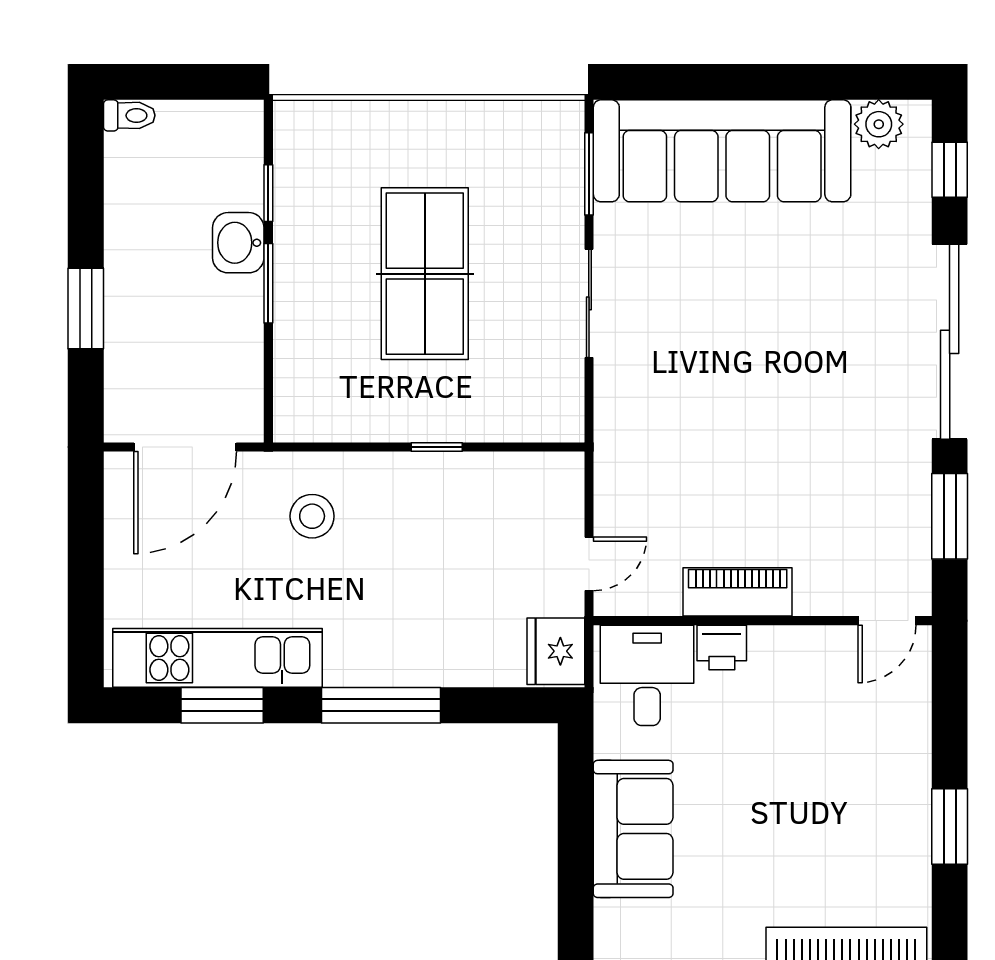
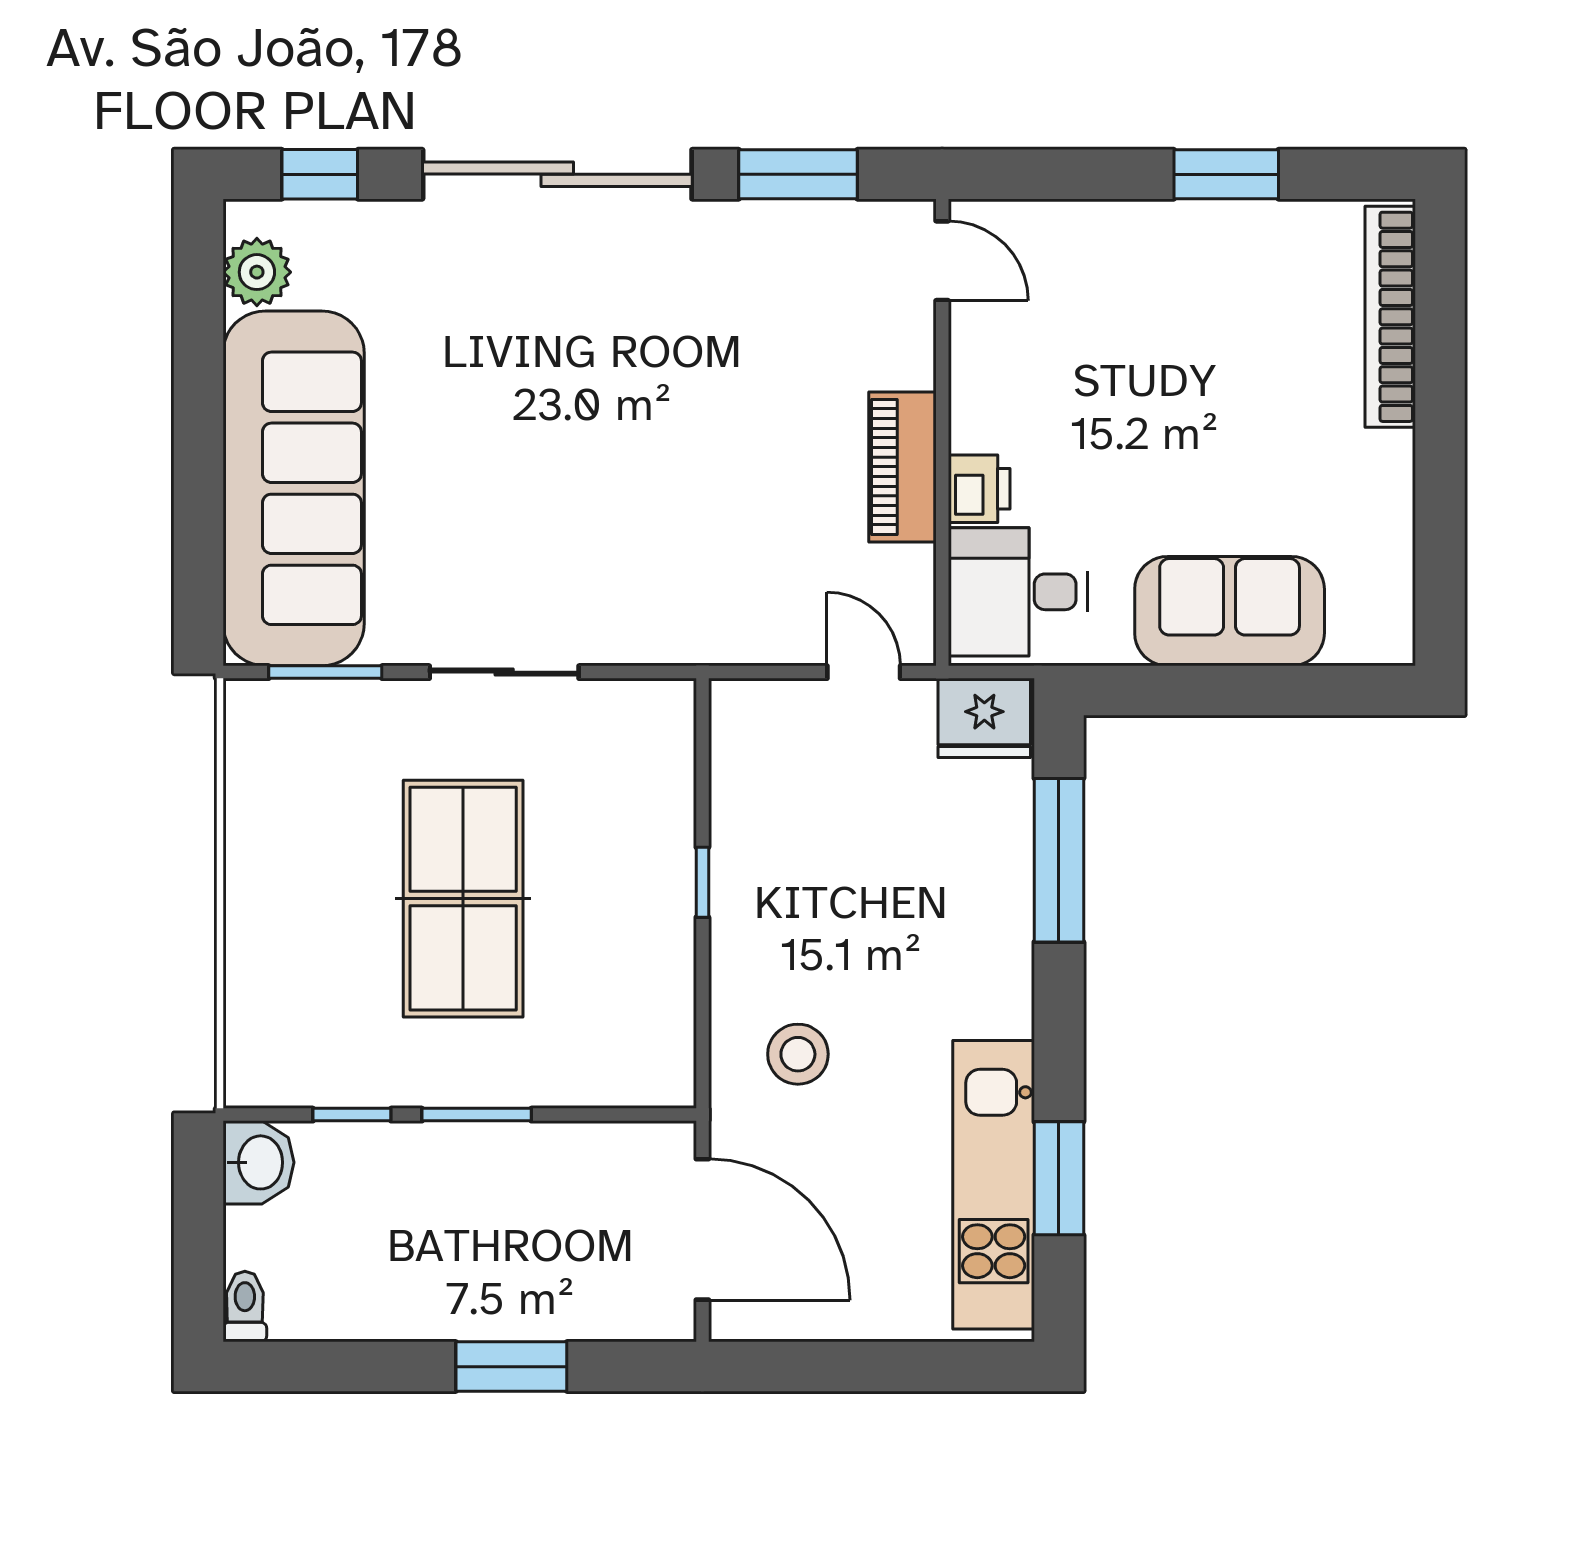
washbasin: (238, 243) -> (258, 1162), moved, turned -90
table tennis table: (425, 274) -> (463, 899), turned 90
window: (381, 705) -> (1059, 860), moved

